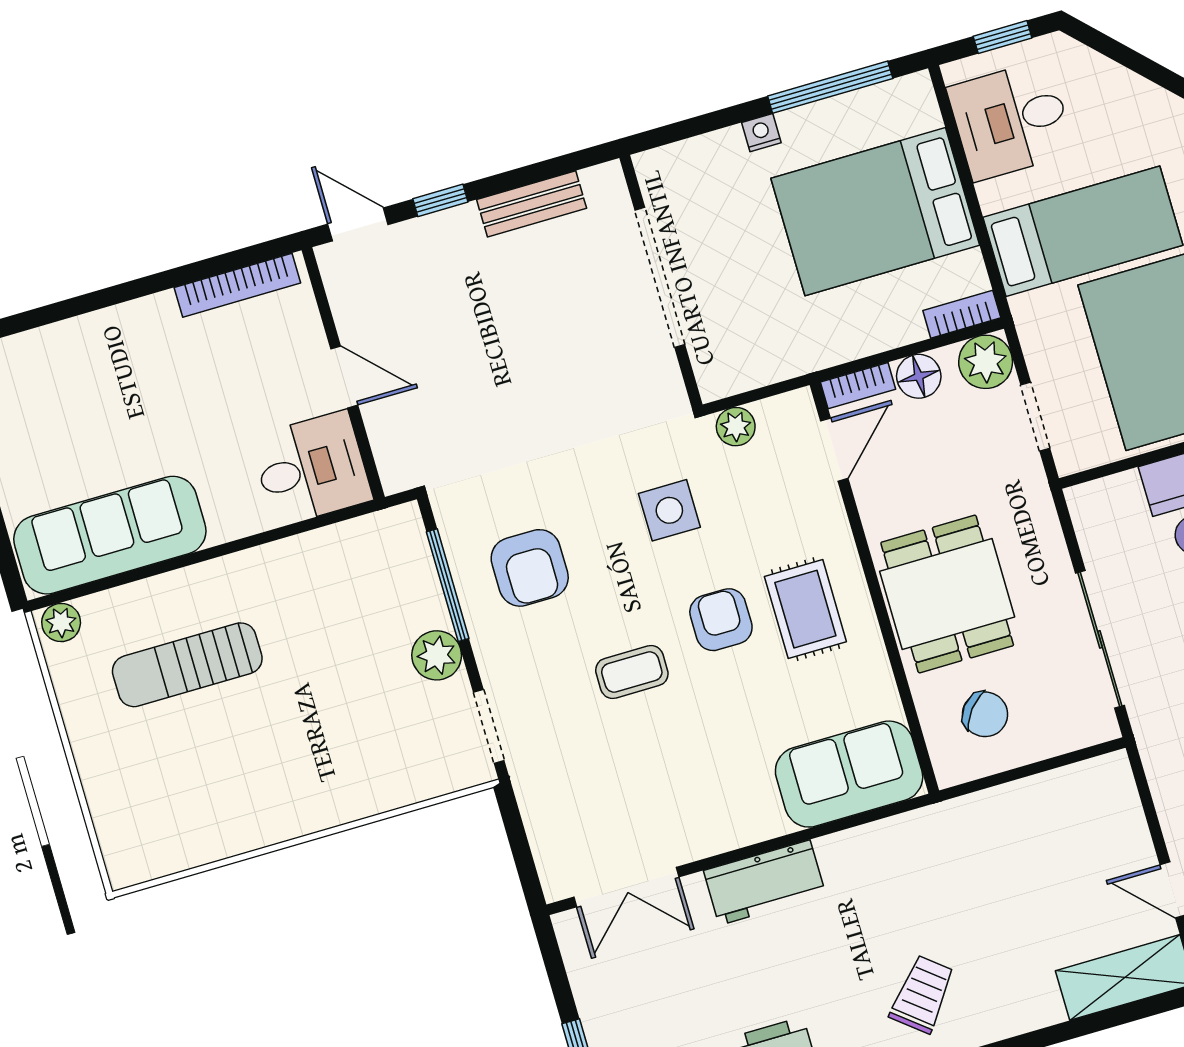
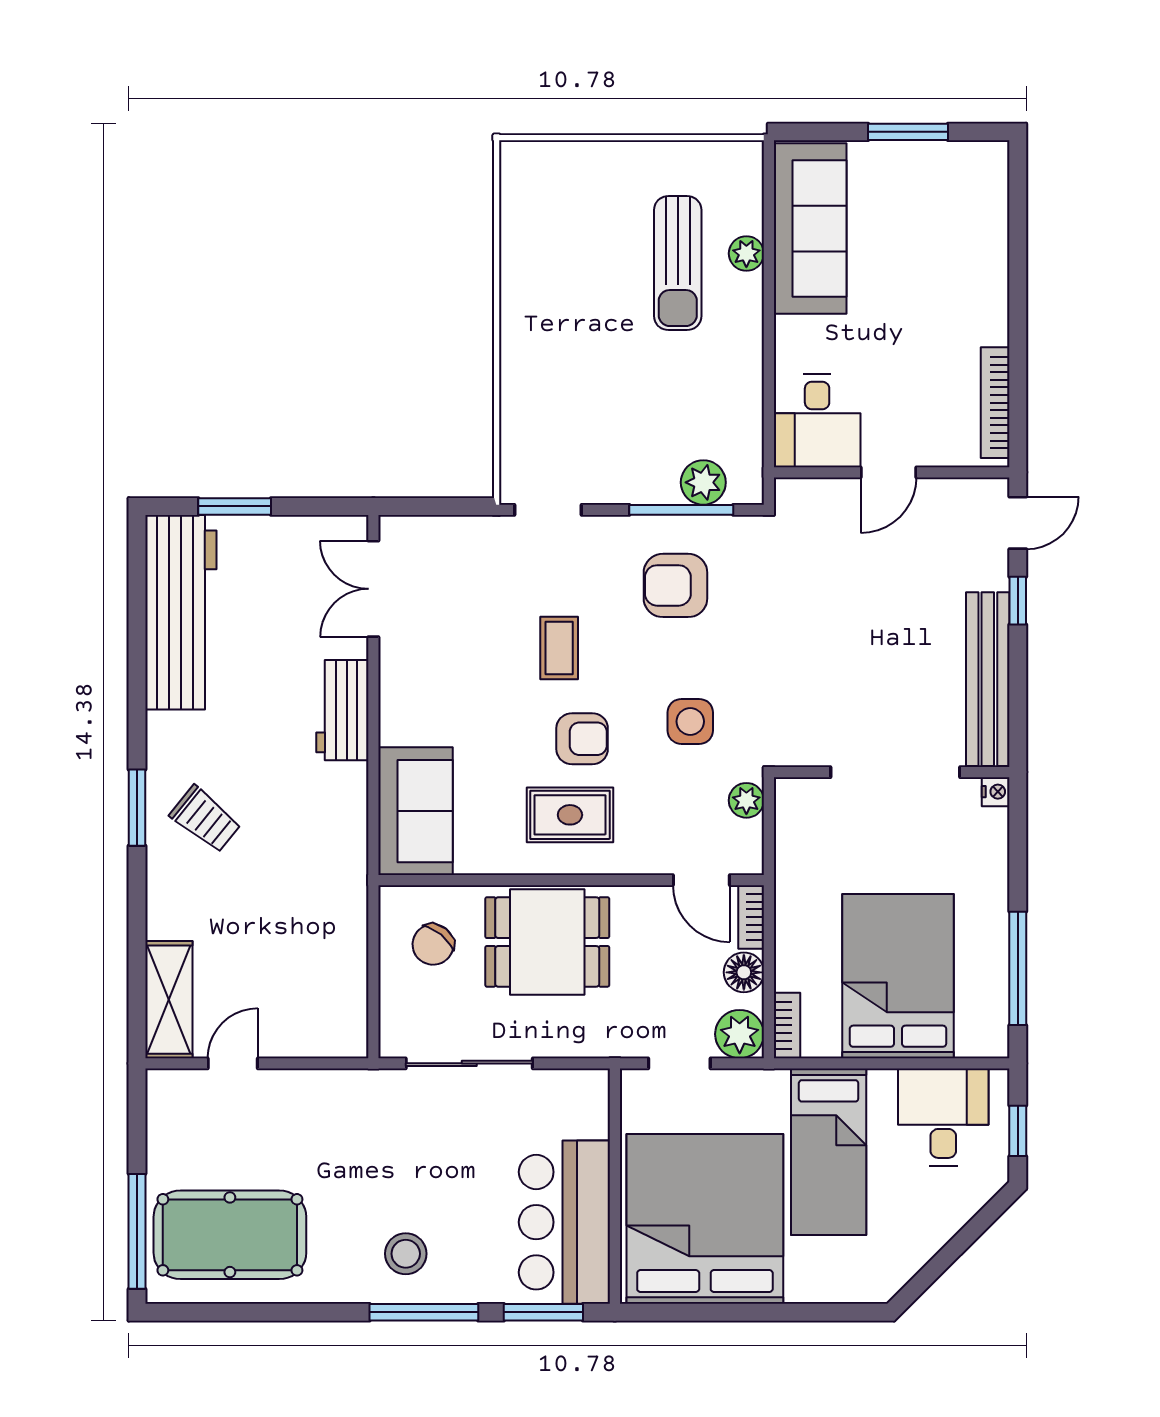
nightstand: (761, 133) -> (996, 792), moved
bench: (532, 204) -> (988, 679), width x1.86, depth x1.21
plant: (61, 623) -> (746, 253), moved
plant: (437, 655) -> (703, 482), moved
sun lounger: (187, 665) -> (678, 263), turned 180

